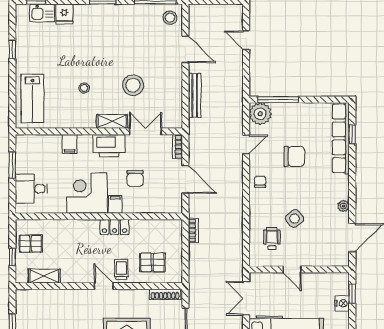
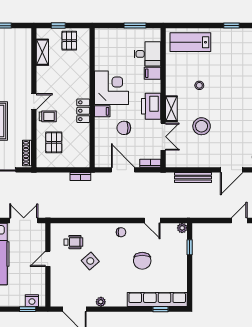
window: (278, 100) -> (190, 247), width x0.46
plant: (260, 114) -> (182, 228), width x0.53, depth x0.53
door: (185, 179) -> (123, 170), swing flipped
desk: (31, 189) -> (147, 54), moved, turned 90
nightstand: (342, 303) -> (32, 301), moved

